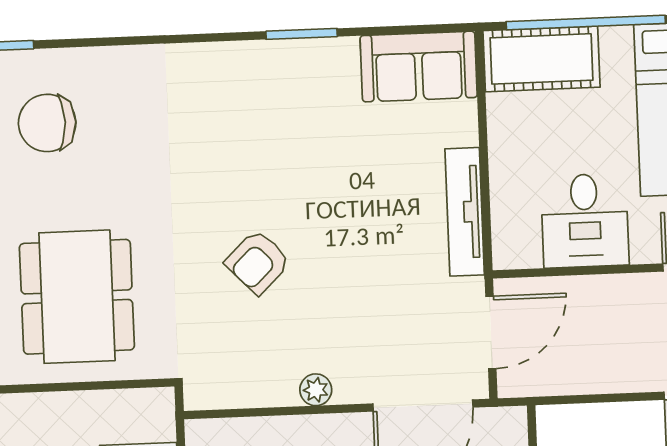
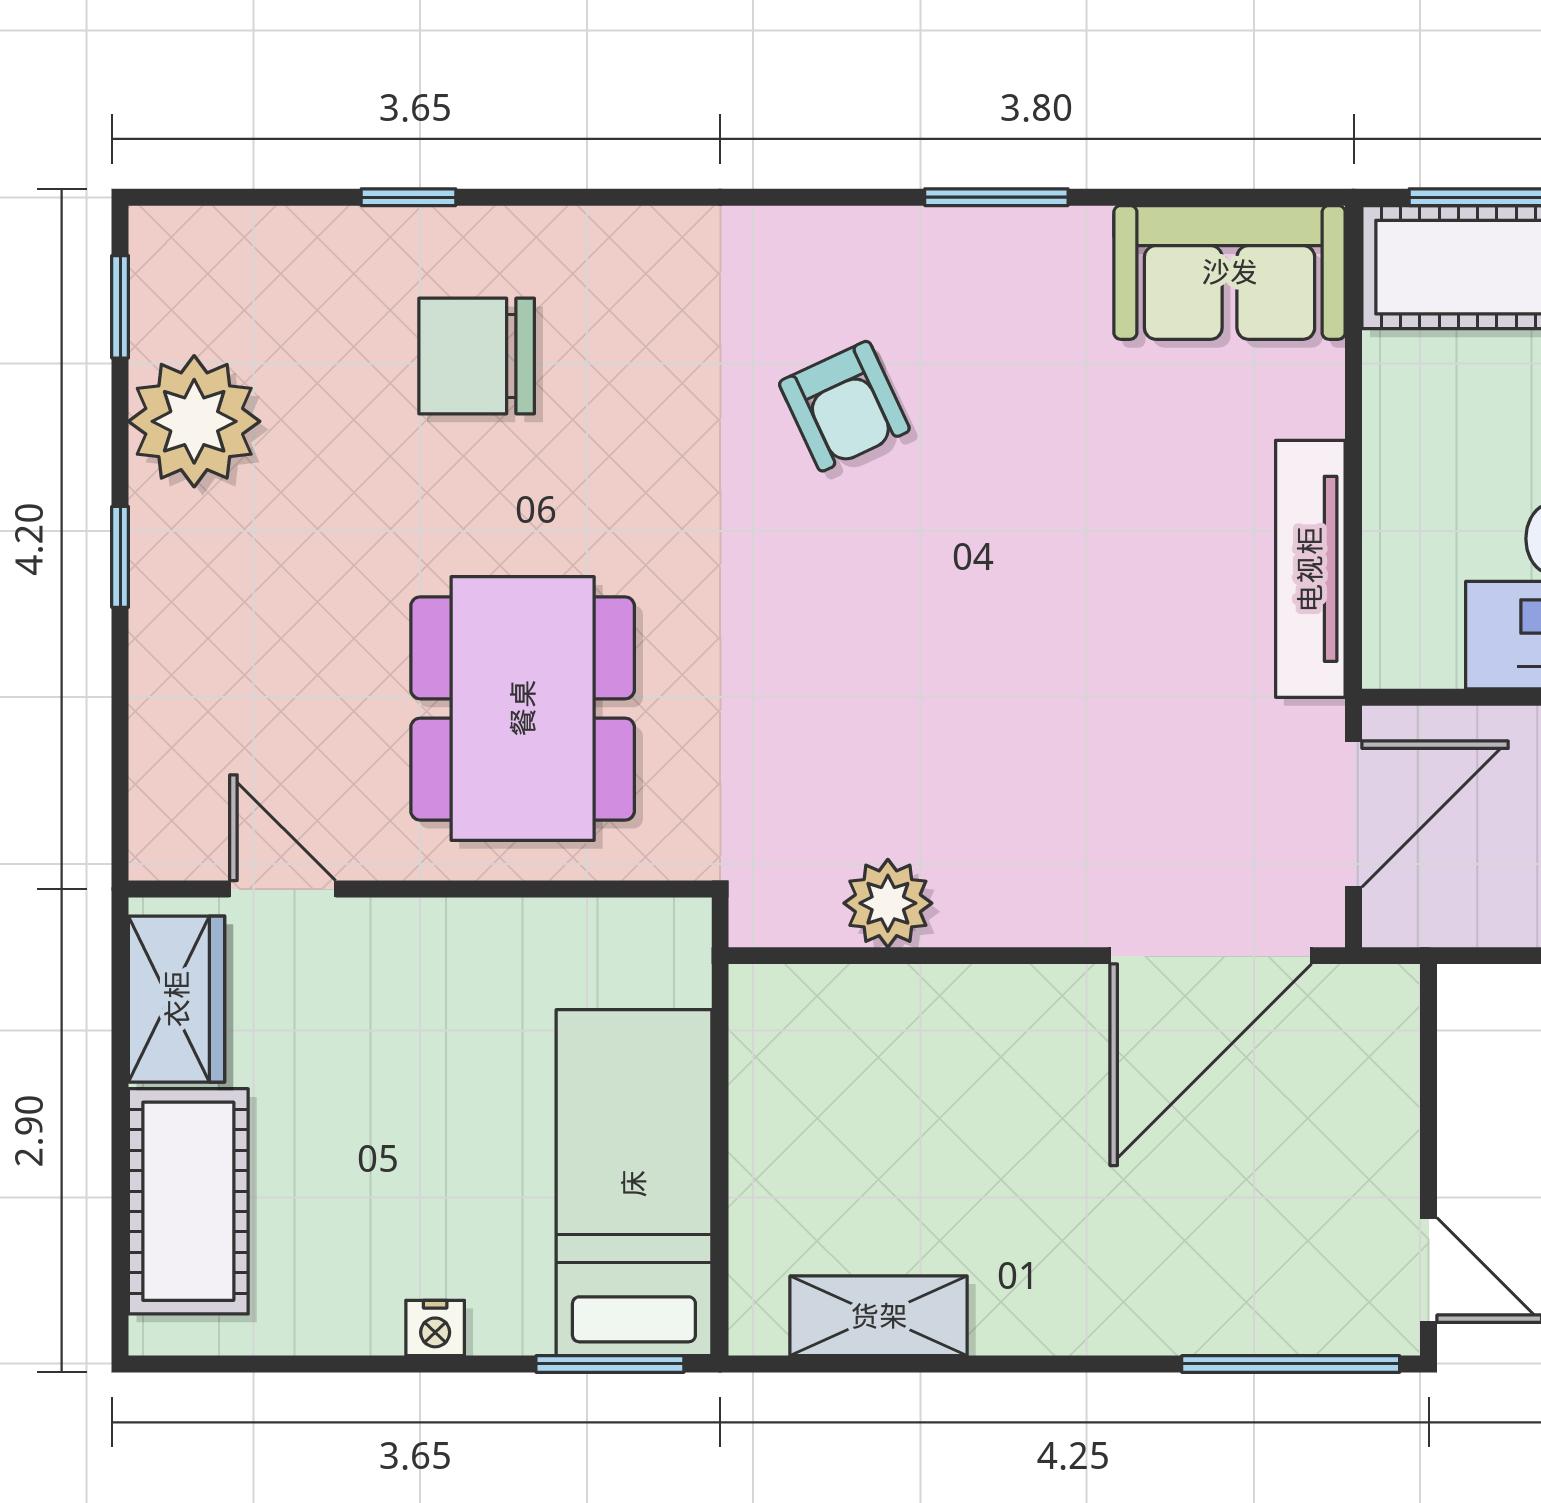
armchair: (258, 262) -> (844, 406), moved, turned -71
plant: (316, 390) -> (888, 903), moved, width x1.38, depth x1.38

